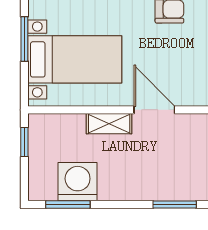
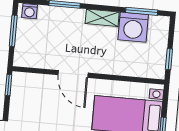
shelving: (109, 124) -> (102, 18), moved

